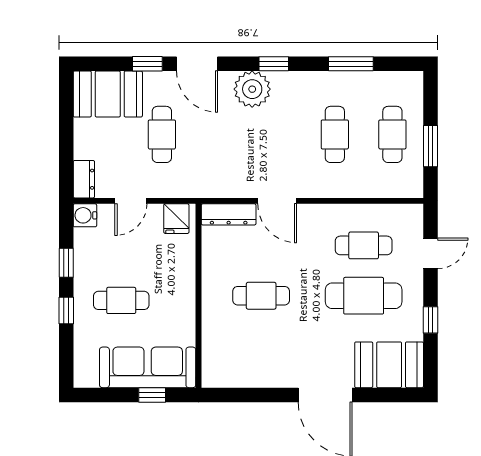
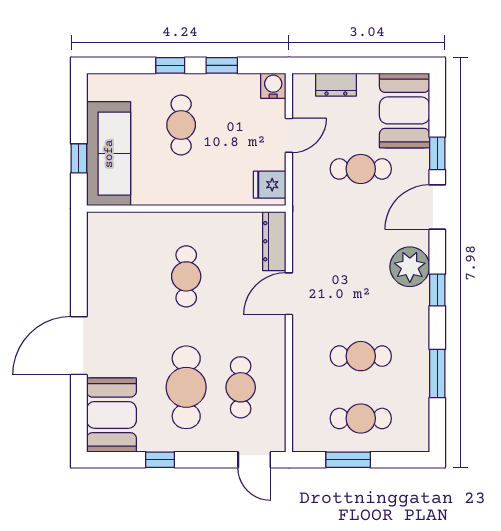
dresser: (84, 179) -> (336, 85), moved
door: (131, 201) -> (289, 135), swing flipped
door: (431, 253) -> (254, 460), moved

